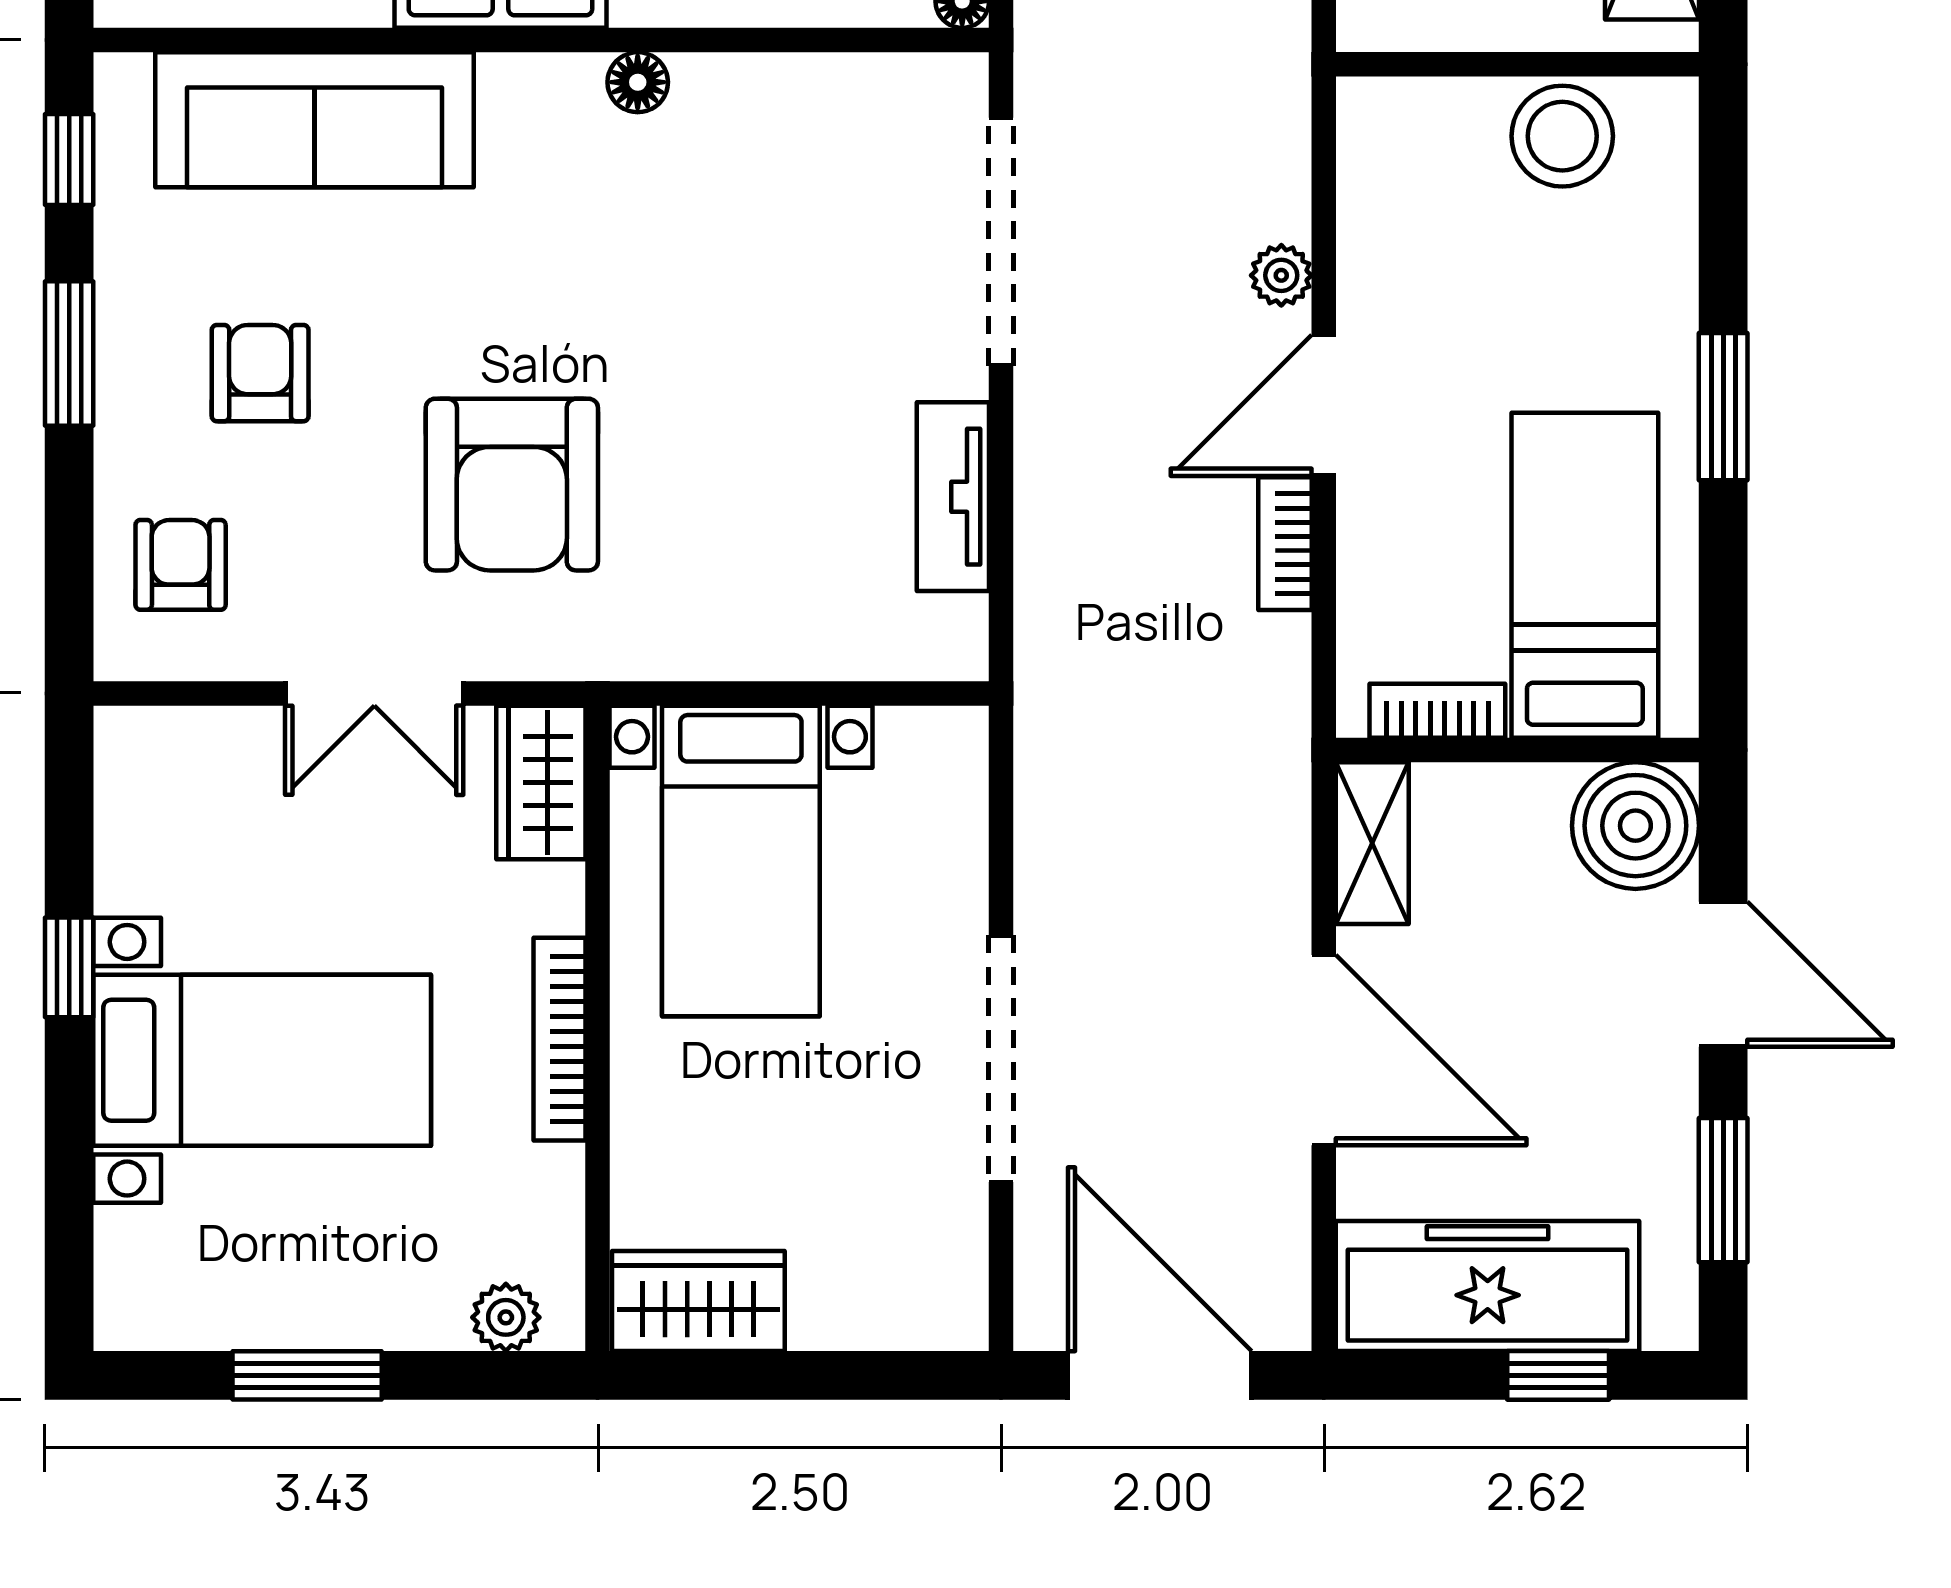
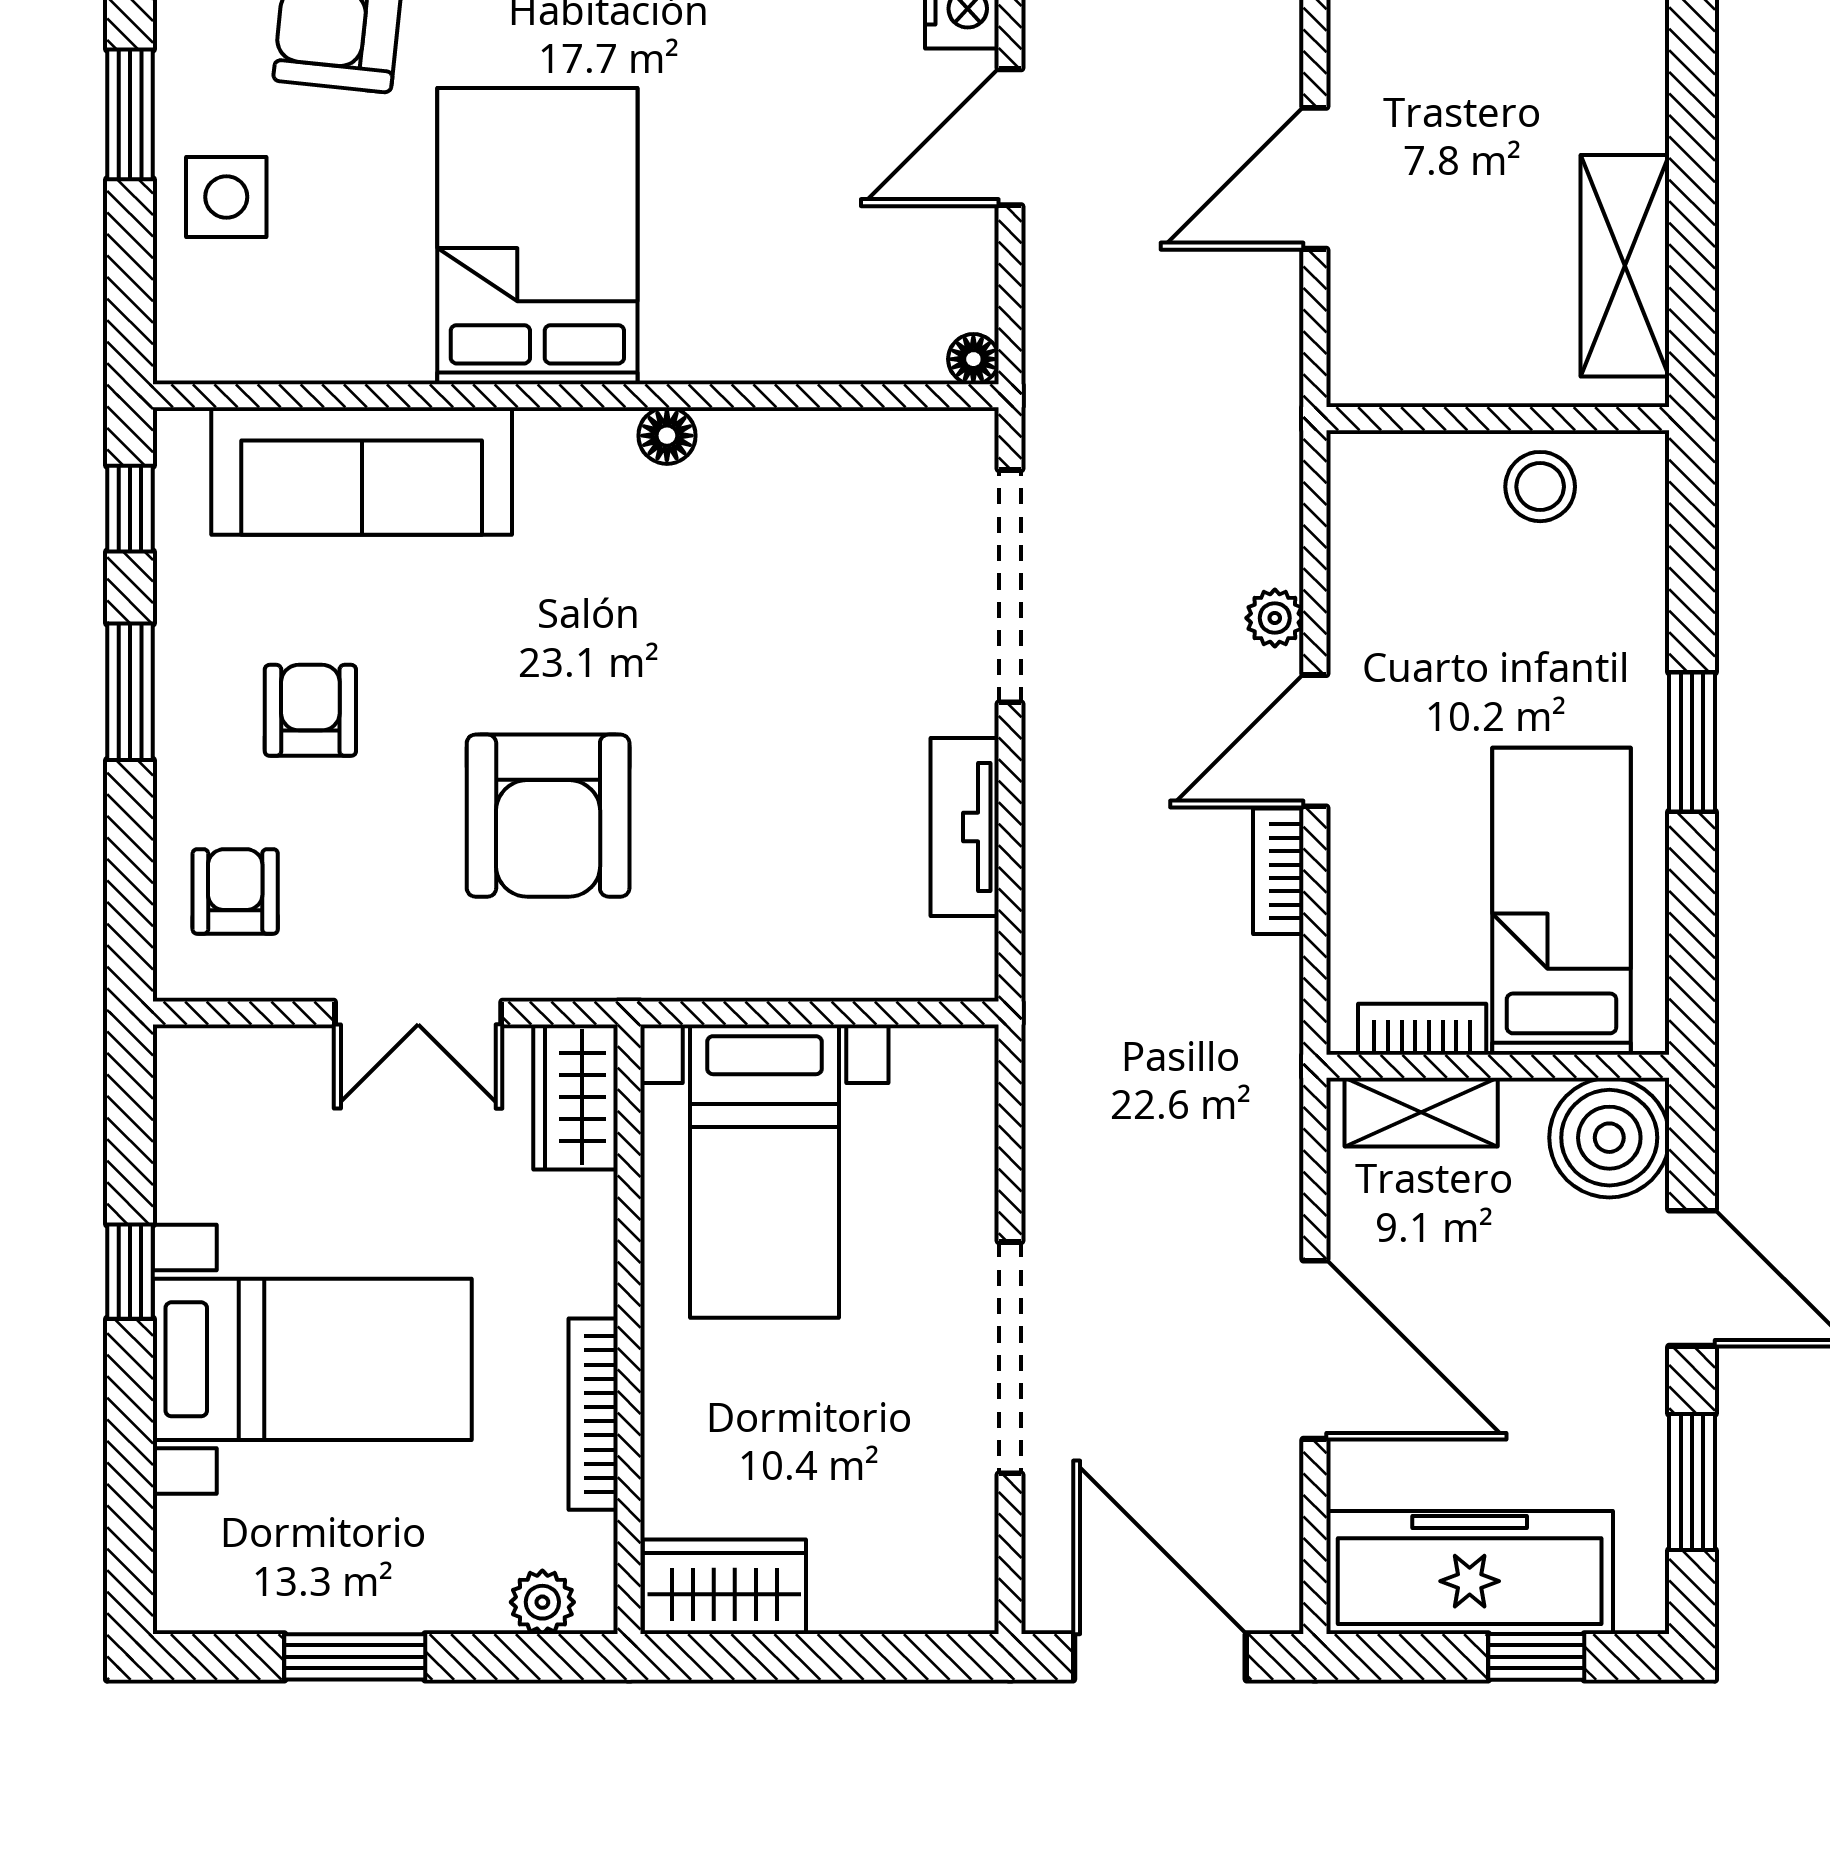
stool: (1562, 136) -> (1540, 487), width x0.73, depth x0.73
shelving: (1372, 843) -> (1421, 1112), moved, turned 90
bookcase: (560, 1039) -> (593, 1414), moved

